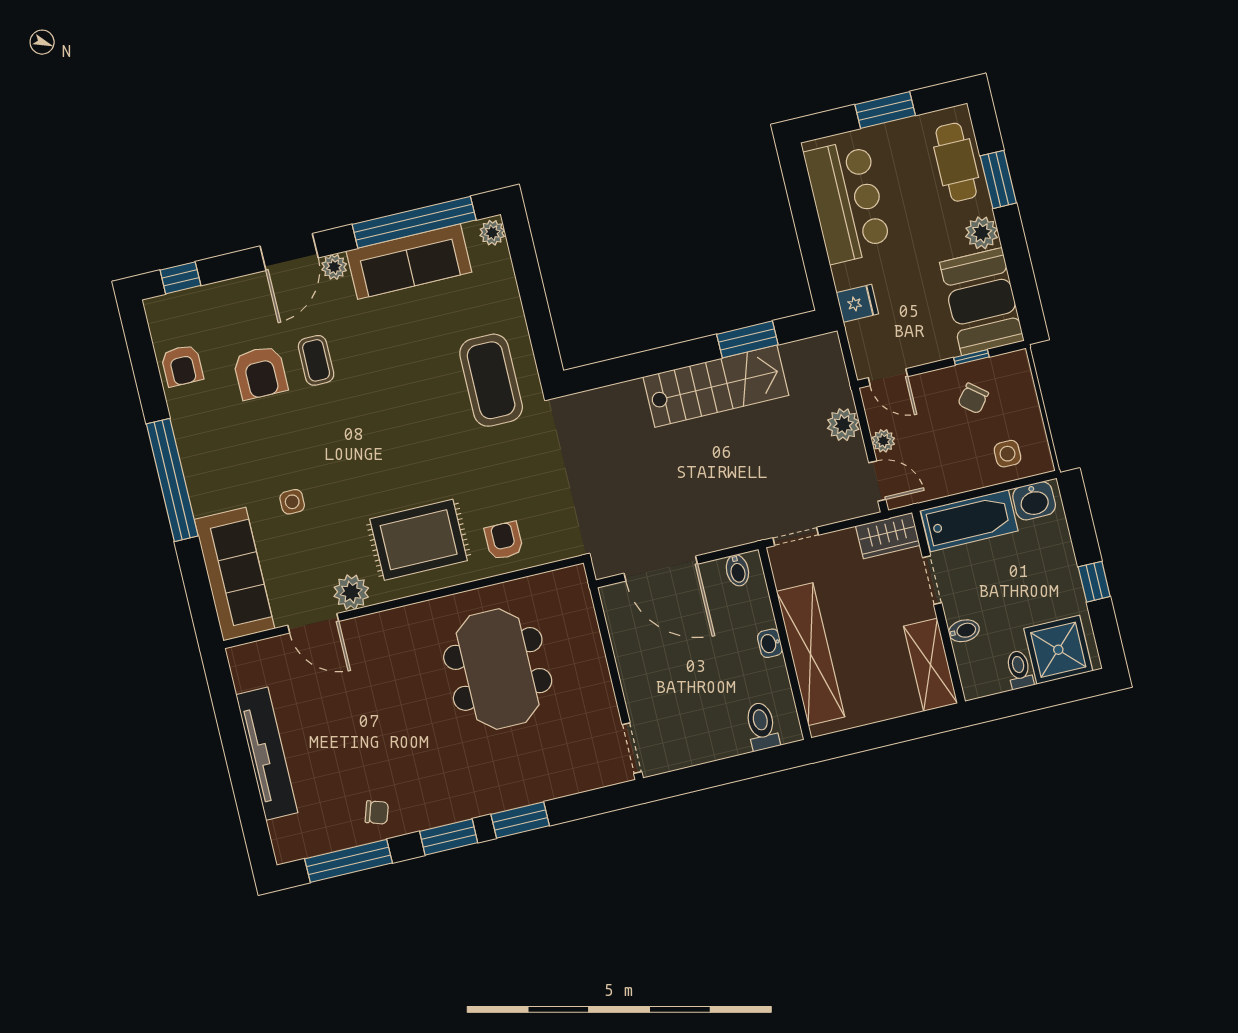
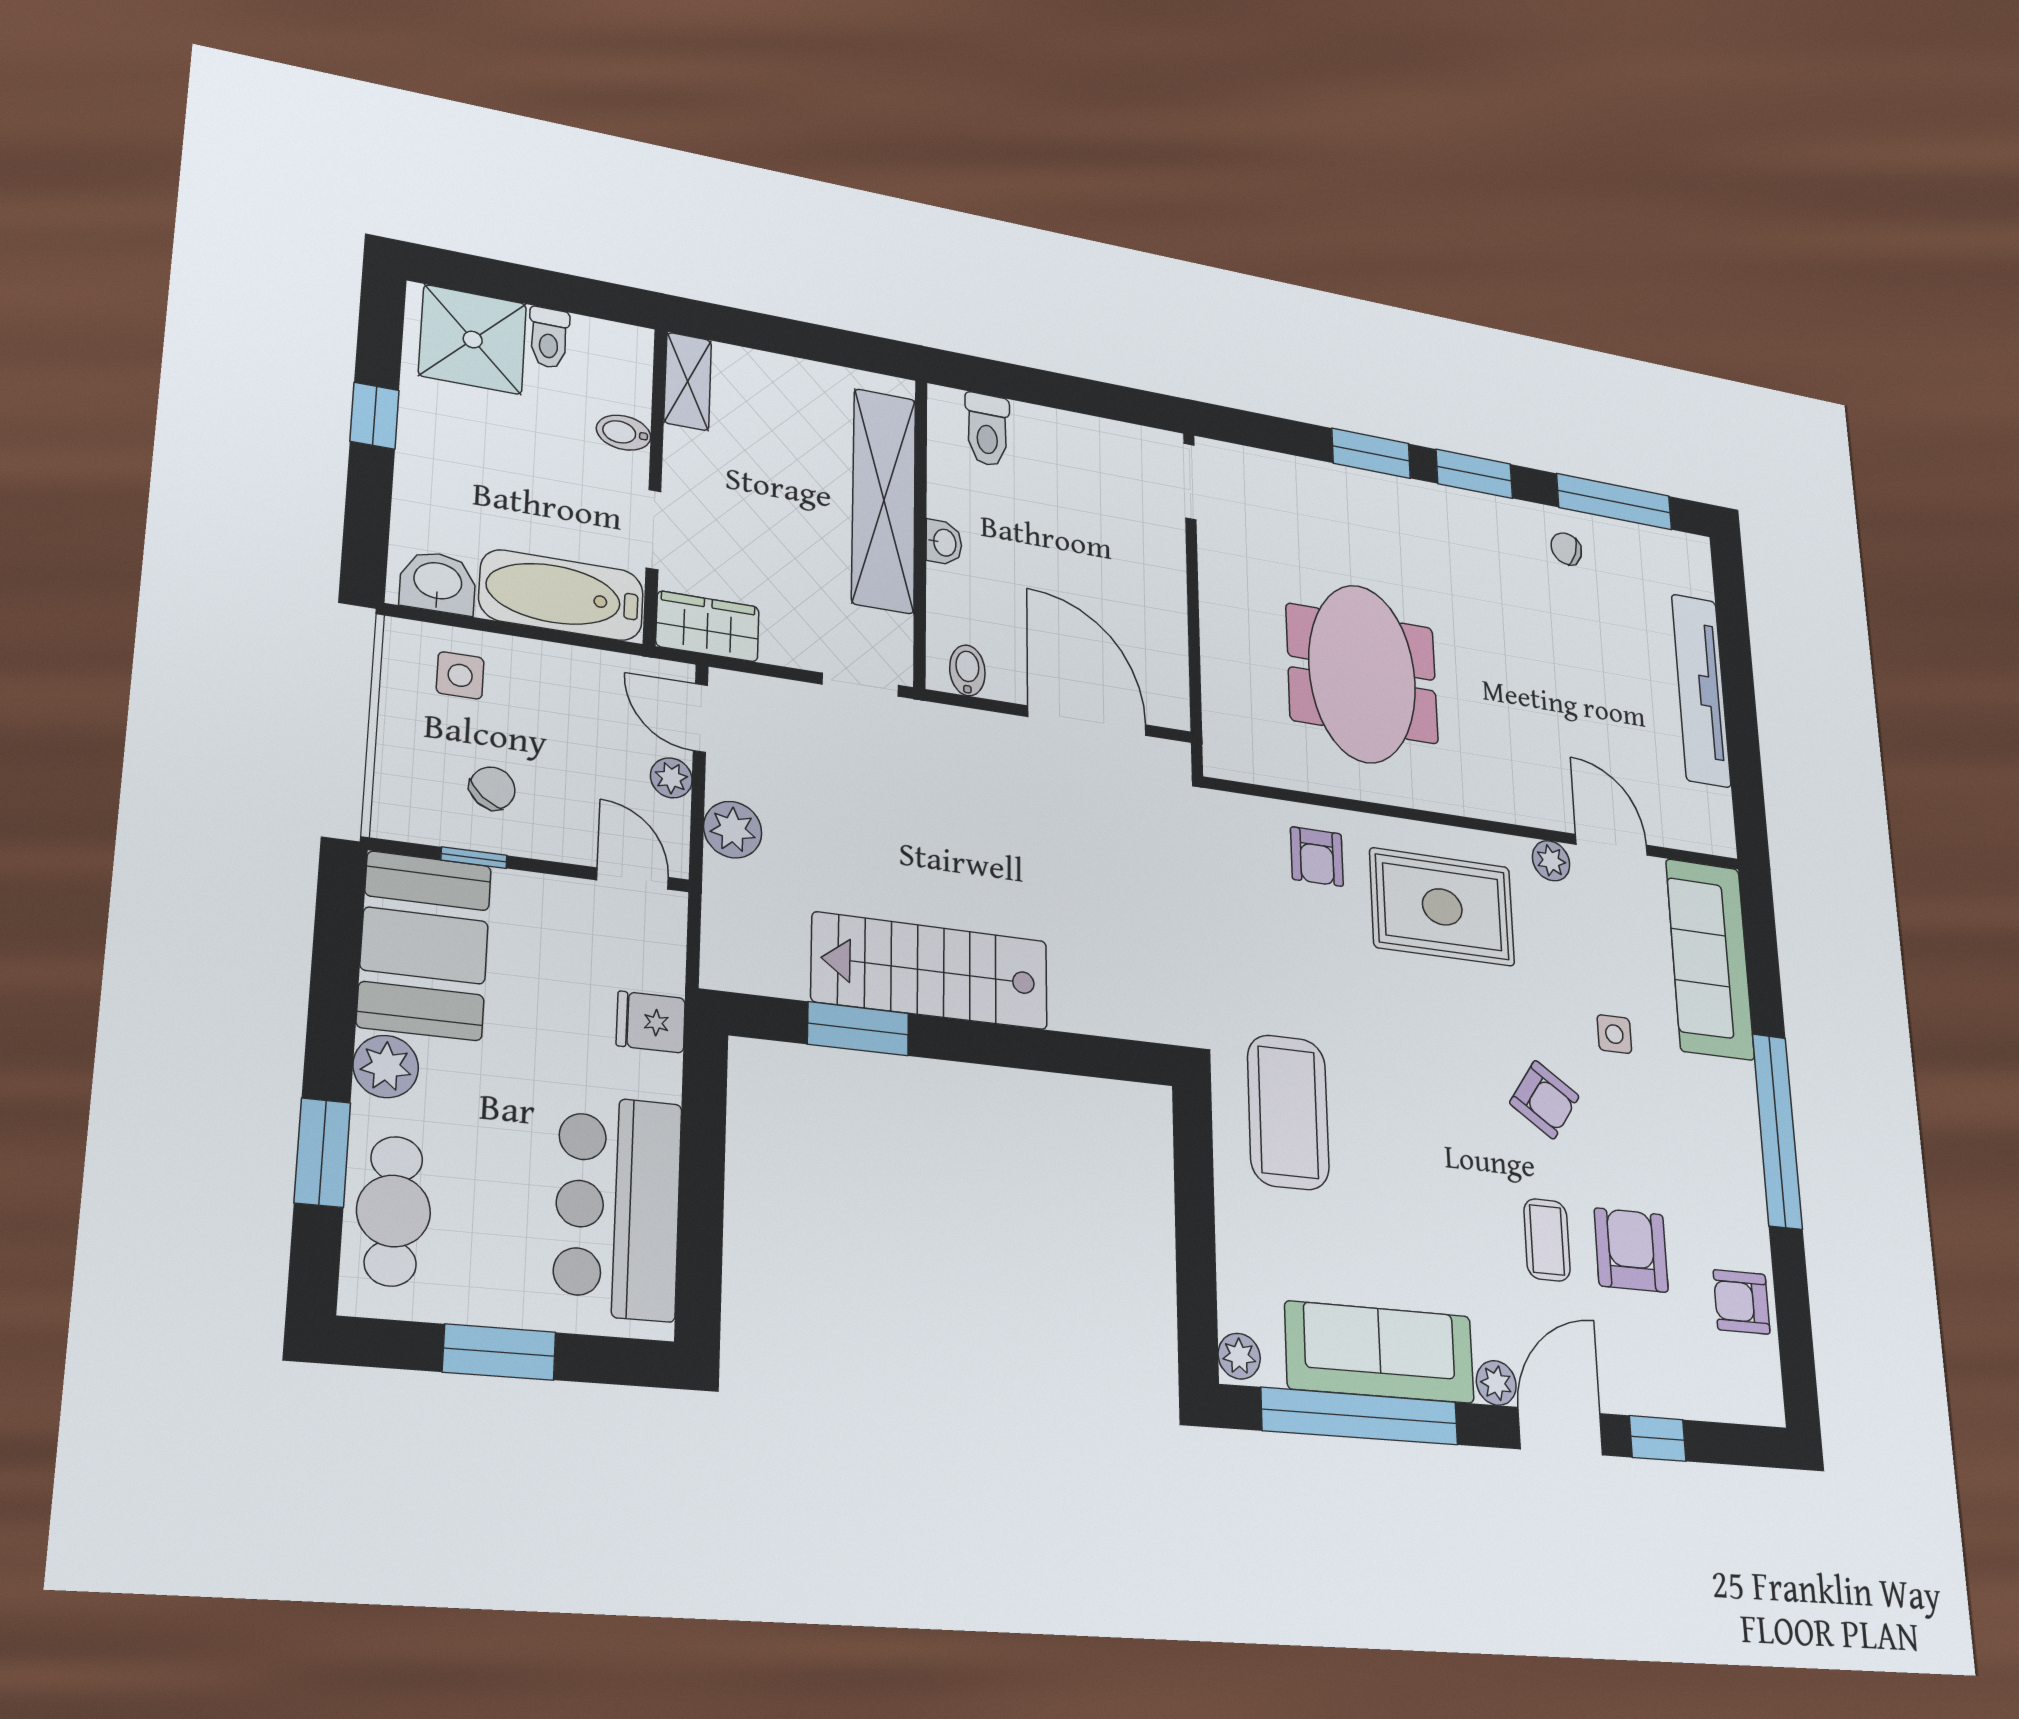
window: (180, 278) -> (1658, 1438), moved
armchair: (182, 366) -> (1742, 1302), turned -90
armchair: (332, 444) -> (1544, 1100), added
plant: (351, 592) -> (1551, 861), width x0.73, depth x0.73
shelving: (931, 665) -> (688, 381), width x0.67, depth x0.75

